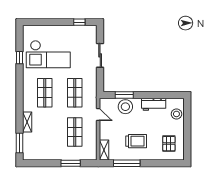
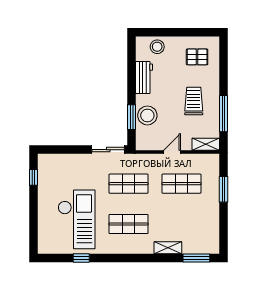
sliding door: (100, 55) -> (108, 150), moved
door: (98, 115) -> (172, 152), moved

